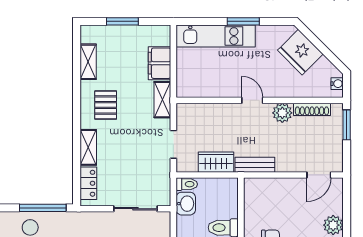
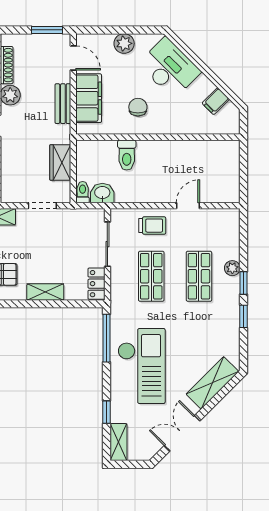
window: (347, 125) -> (47, 30), moved
bench: (255, 165) -> (63, 104), moved
locker: (88, 183) -> (96, 284), moved, turned -90
filing cabinet: (279, 190) -> (89, 98), added

